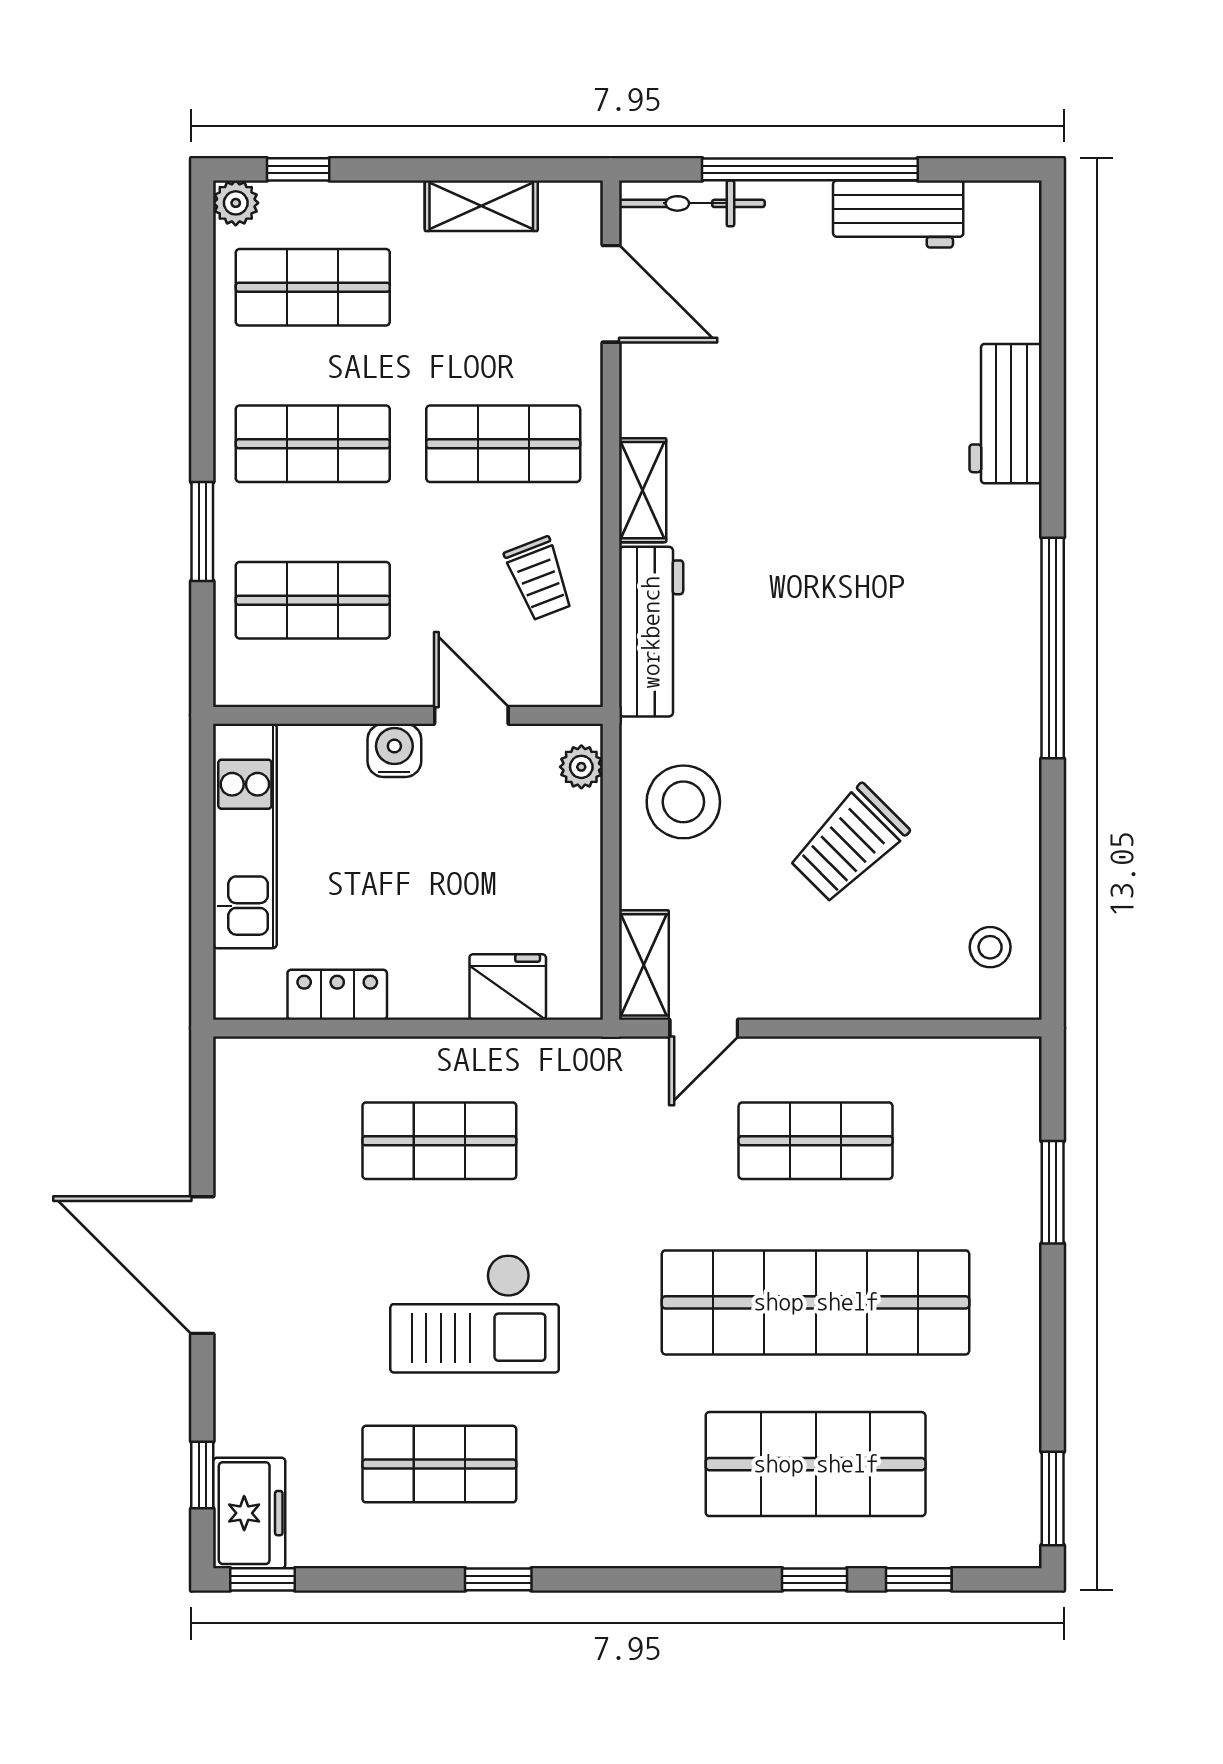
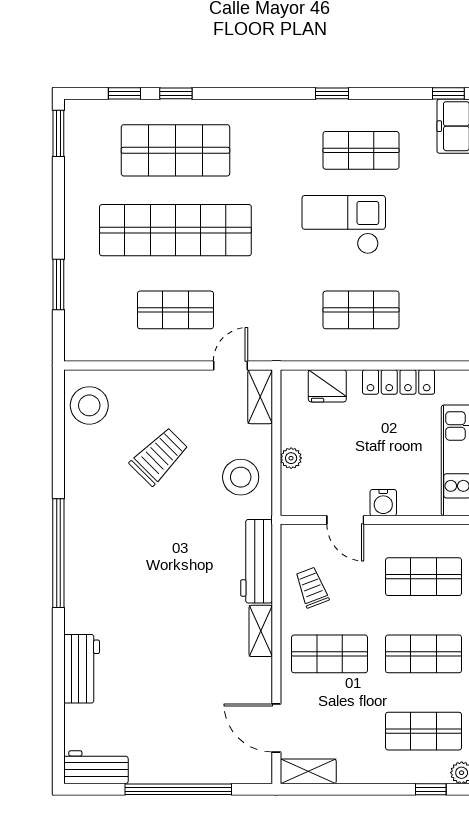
bicycle: (692, 203) -> (236, 772), removed
shelving: (481, 206) -> (308, 771), moved
workbench: (898, 214) -> (96, 767), moved
plant: (581, 767) -> (291, 458), moved
stool: (990, 947) -> (89, 405), width x1.89, depth x1.89
locker: (337, 995) -> (399, 382), width x1.53

